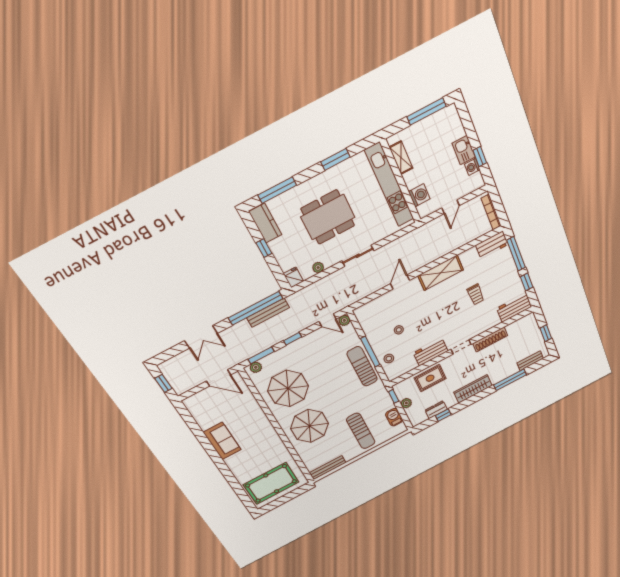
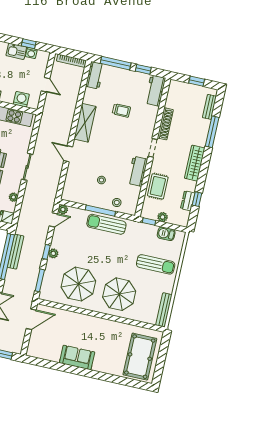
plant: (256, 367) -> (53, 253), moved

